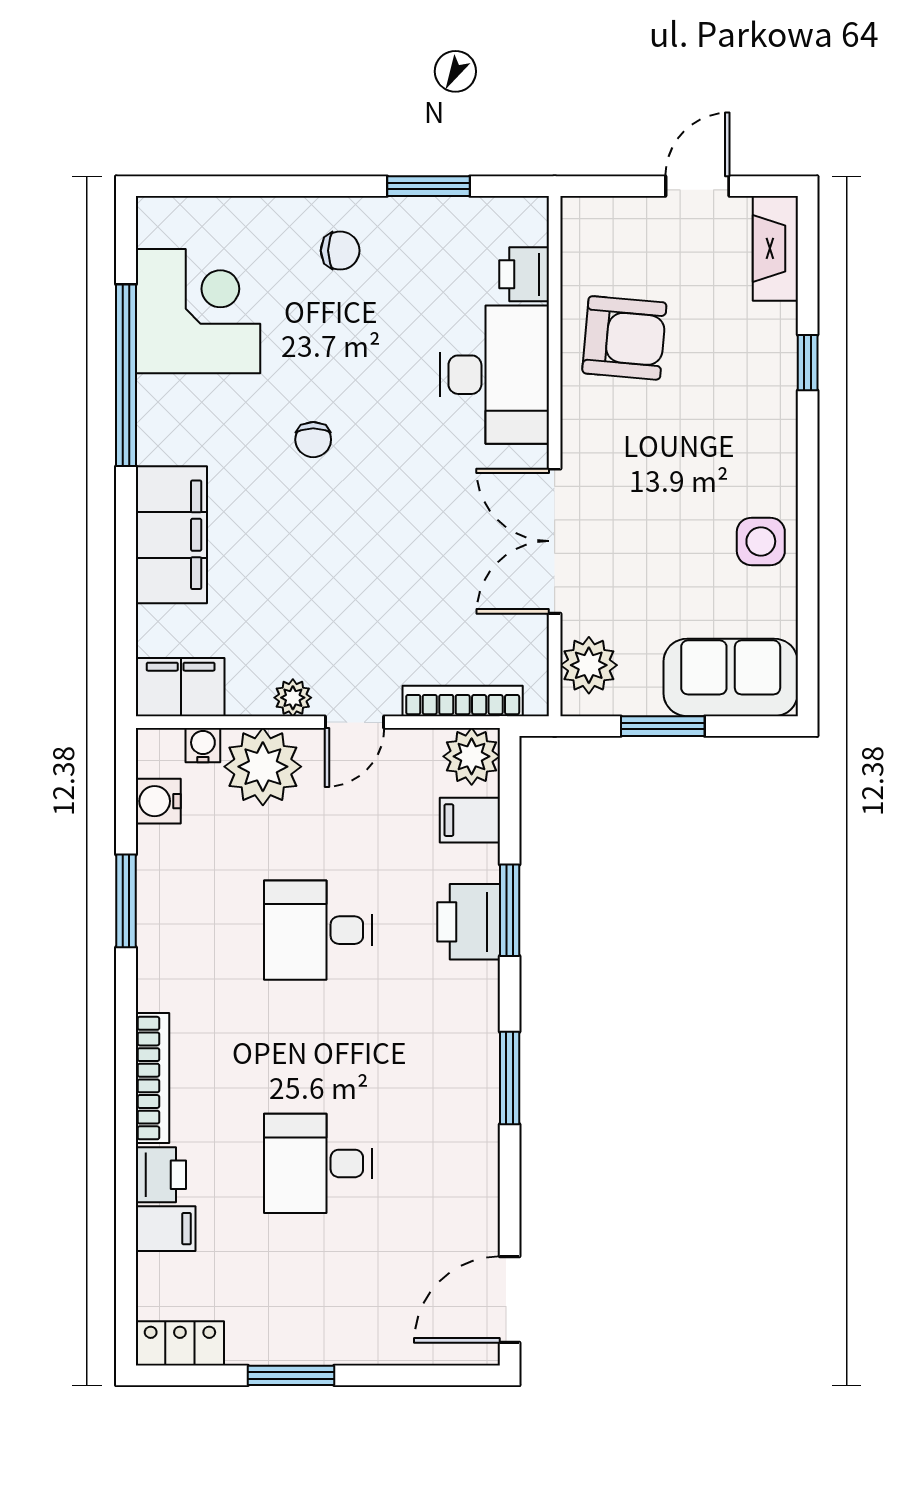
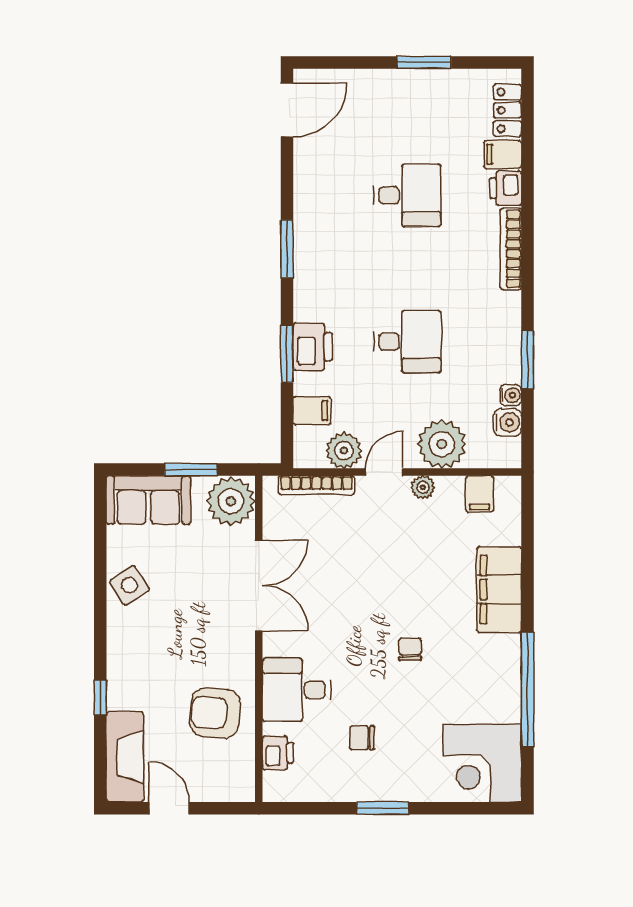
window: (428, 186) -> (383, 808), moved
door: (697, 186) -> (169, 808), swing flipped
fireplace: (775, 248) -> (125, 757), width x1.37, depth x1.32
chair: (340, 251) -> (362, 738), moved
corner desk: (198, 311) -> (482, 763), moved
desk: (494, 375) -> (297, 690), width x0.73
side table: (761, 541) -> (129, 585), turned -33
plant: (589, 665) -> (231, 501), width x1.36, depth x1.36
filing cabinet: (181, 687) -> (480, 494), width x0.50
water cooler: (203, 745) -> (511, 395), moved, turned -90
plant: (472, 756) -> (344, 451), moved
locker: (180, 1343) -> (508, 110), moved, turned 90

